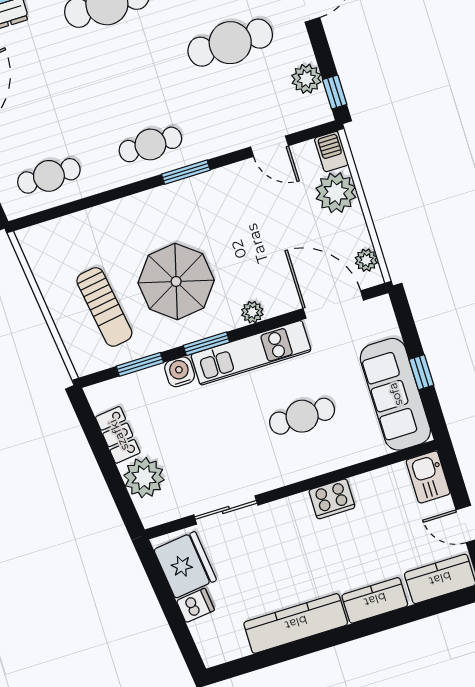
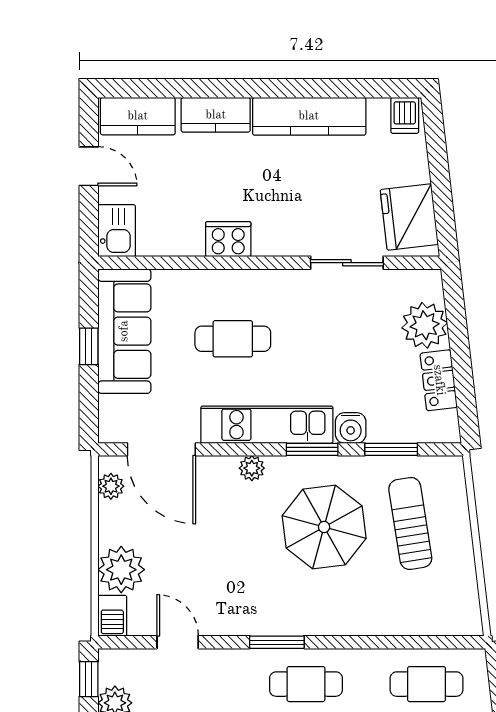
dishwasher: (195, 605) -> (405, 115), moved, turned -83

